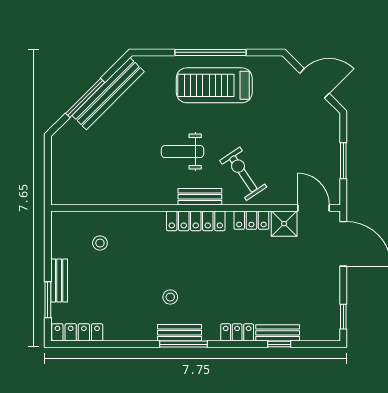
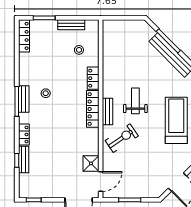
locker: (251, 220) -> (93, 78), moved
bench: (59, 280) -> (71, 25), moved

